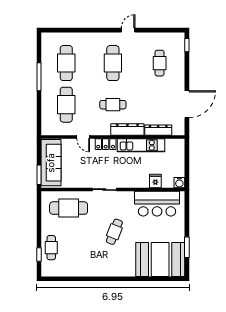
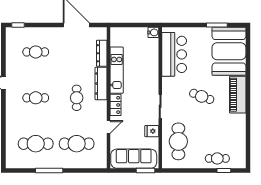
cafe table: (113, 63) -> (36, 98), width x0.73, depth x0.74
fridge: (155, 181) -> (152, 131), moved
piano: (116, 268) -> (238, 95), added

